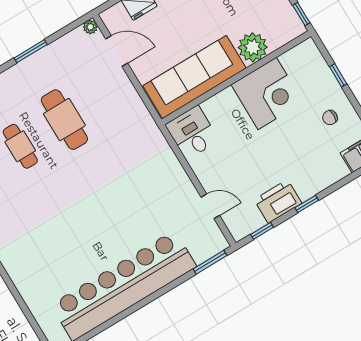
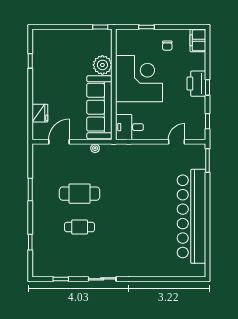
plant: (90, 27) -> (95, 148), moved
corner desk: (267, 93) -> (139, 79), width x1.36, depth x1.36
printer: (278, 201) -> (196, 84), moved

